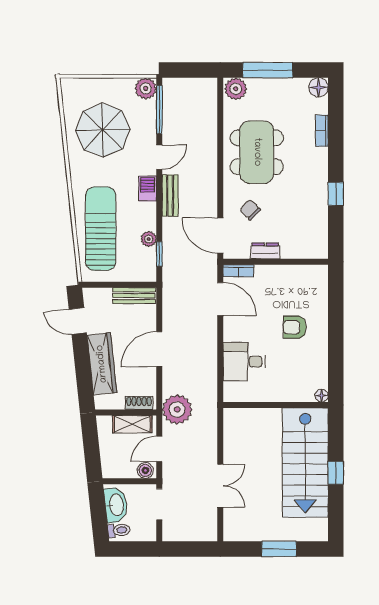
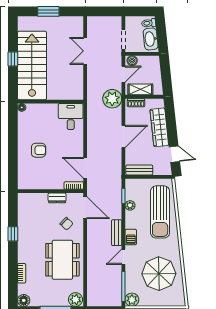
desk: (244, 362) -> (71, 117), moved, turned -90

